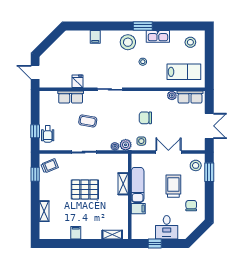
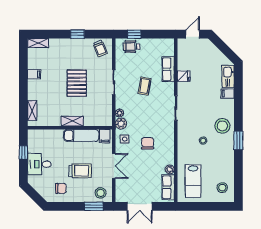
kitchen sink: (158, 36) -> (228, 77), moved
window: (35, 174) -> (77, 34), moved
shelving: (123, 184) -> (72, 121), moved
filing cabinet: (138, 209) -> (105, 136), moved
shelving: (44, 211) -> (38, 43), moved

